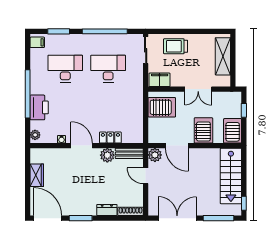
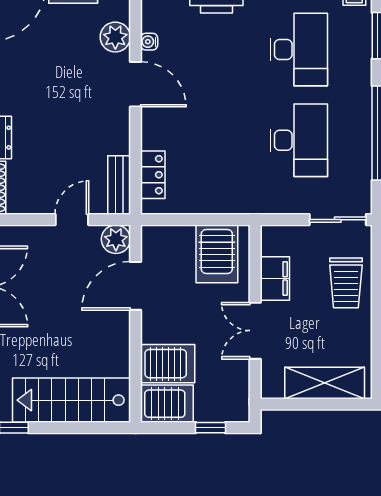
trolley: (176, 46) -> (346, 283), turned 180
filing cabinet: (160, 80) -> (275, 278), moved
server rack: (203, 130) -> (168, 364), moved
locker: (110, 138) -> (153, 175), moved
door: (82, 146) -> (136, 84), hinge flipped
plant: (107, 155) -> (115, 37), moved

